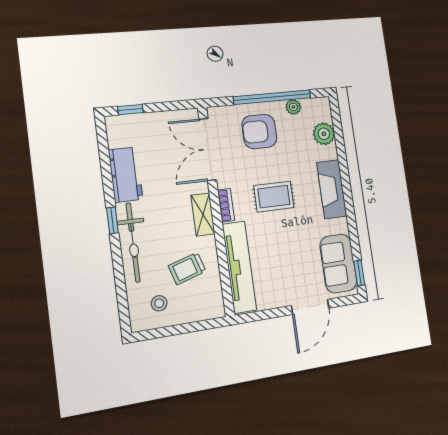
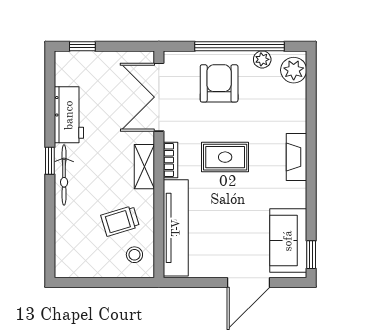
armchair: (259, 131) -> (219, 83), turned 90
plant: (324, 134) -> (294, 70), moved
fireplace: (332, 189) -> (297, 157), width x0.73, depth x0.76
bicycle: (133, 242) -> (64, 175), width x0.73, depth x0.71
stool: (159, 303) -> (134, 255), moved

